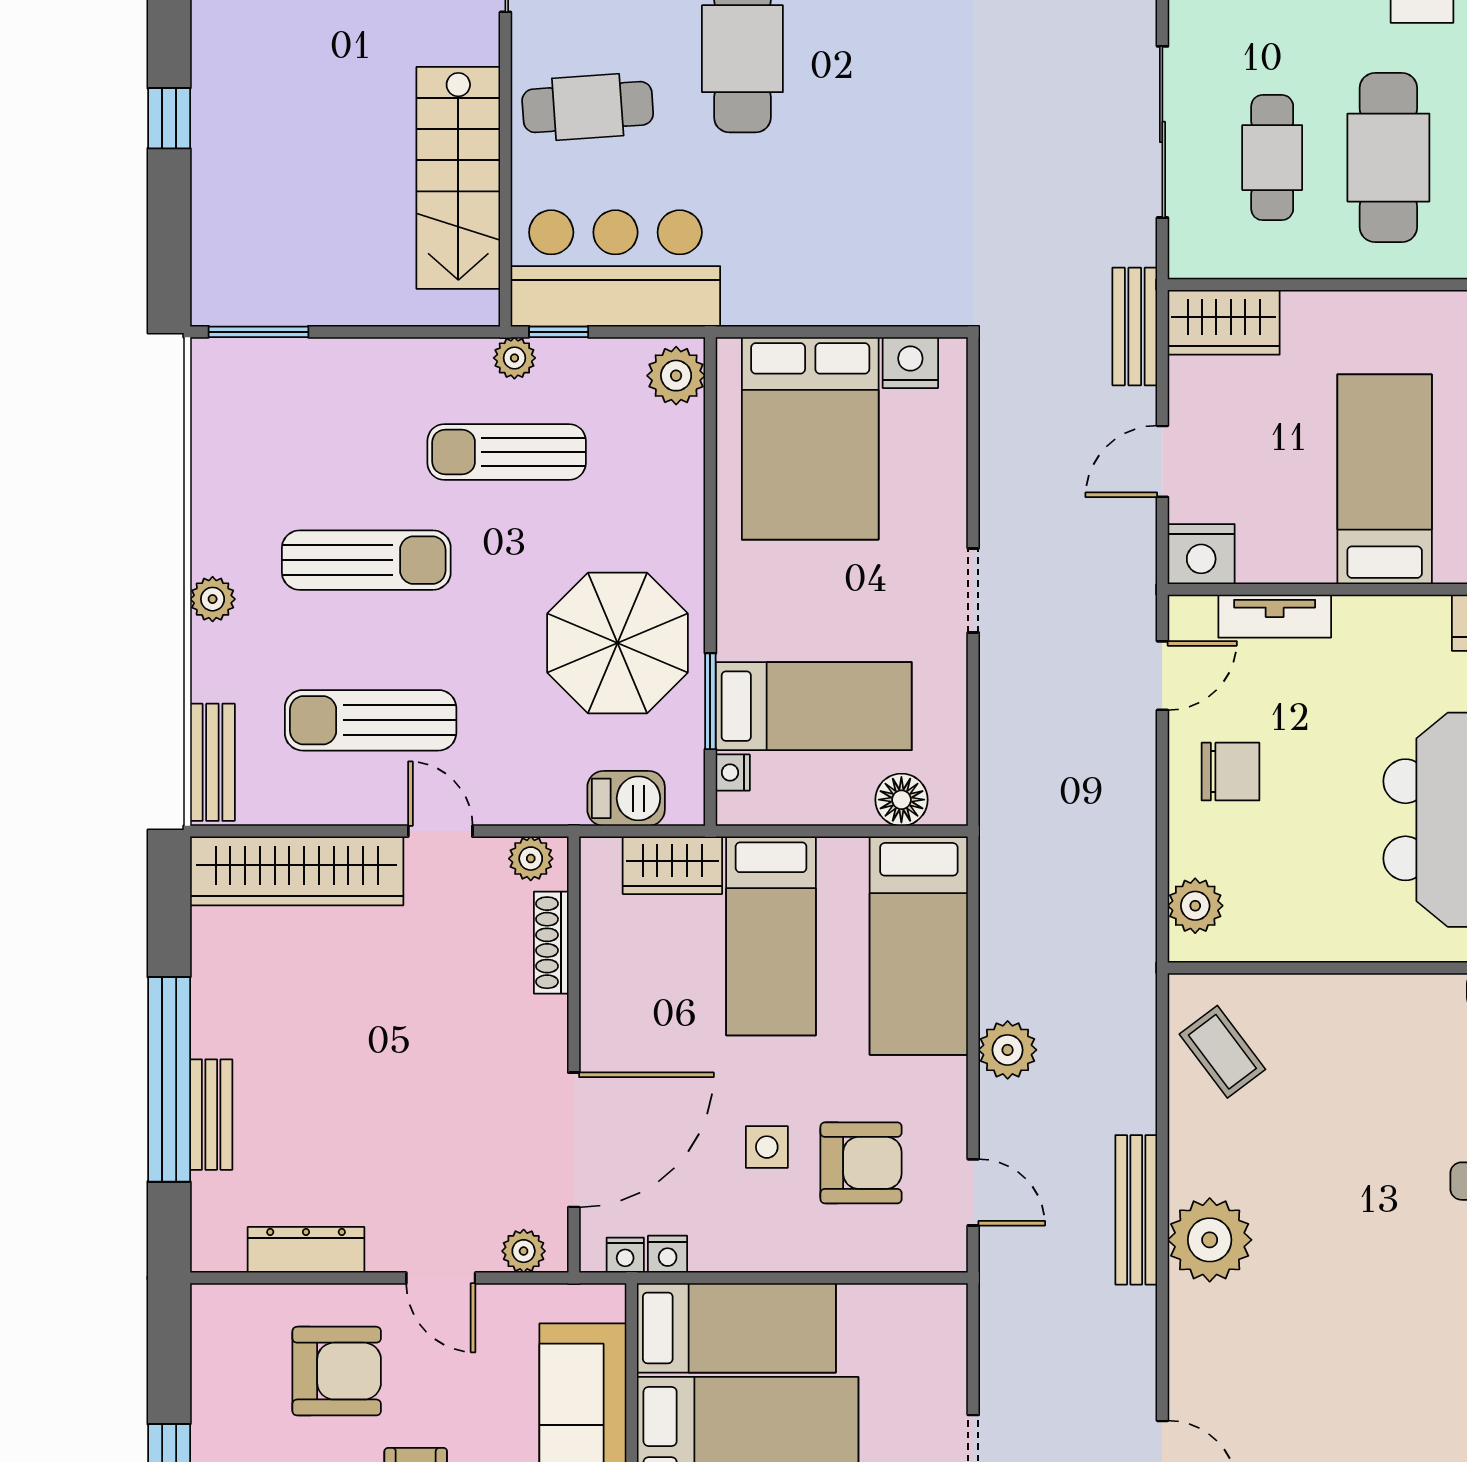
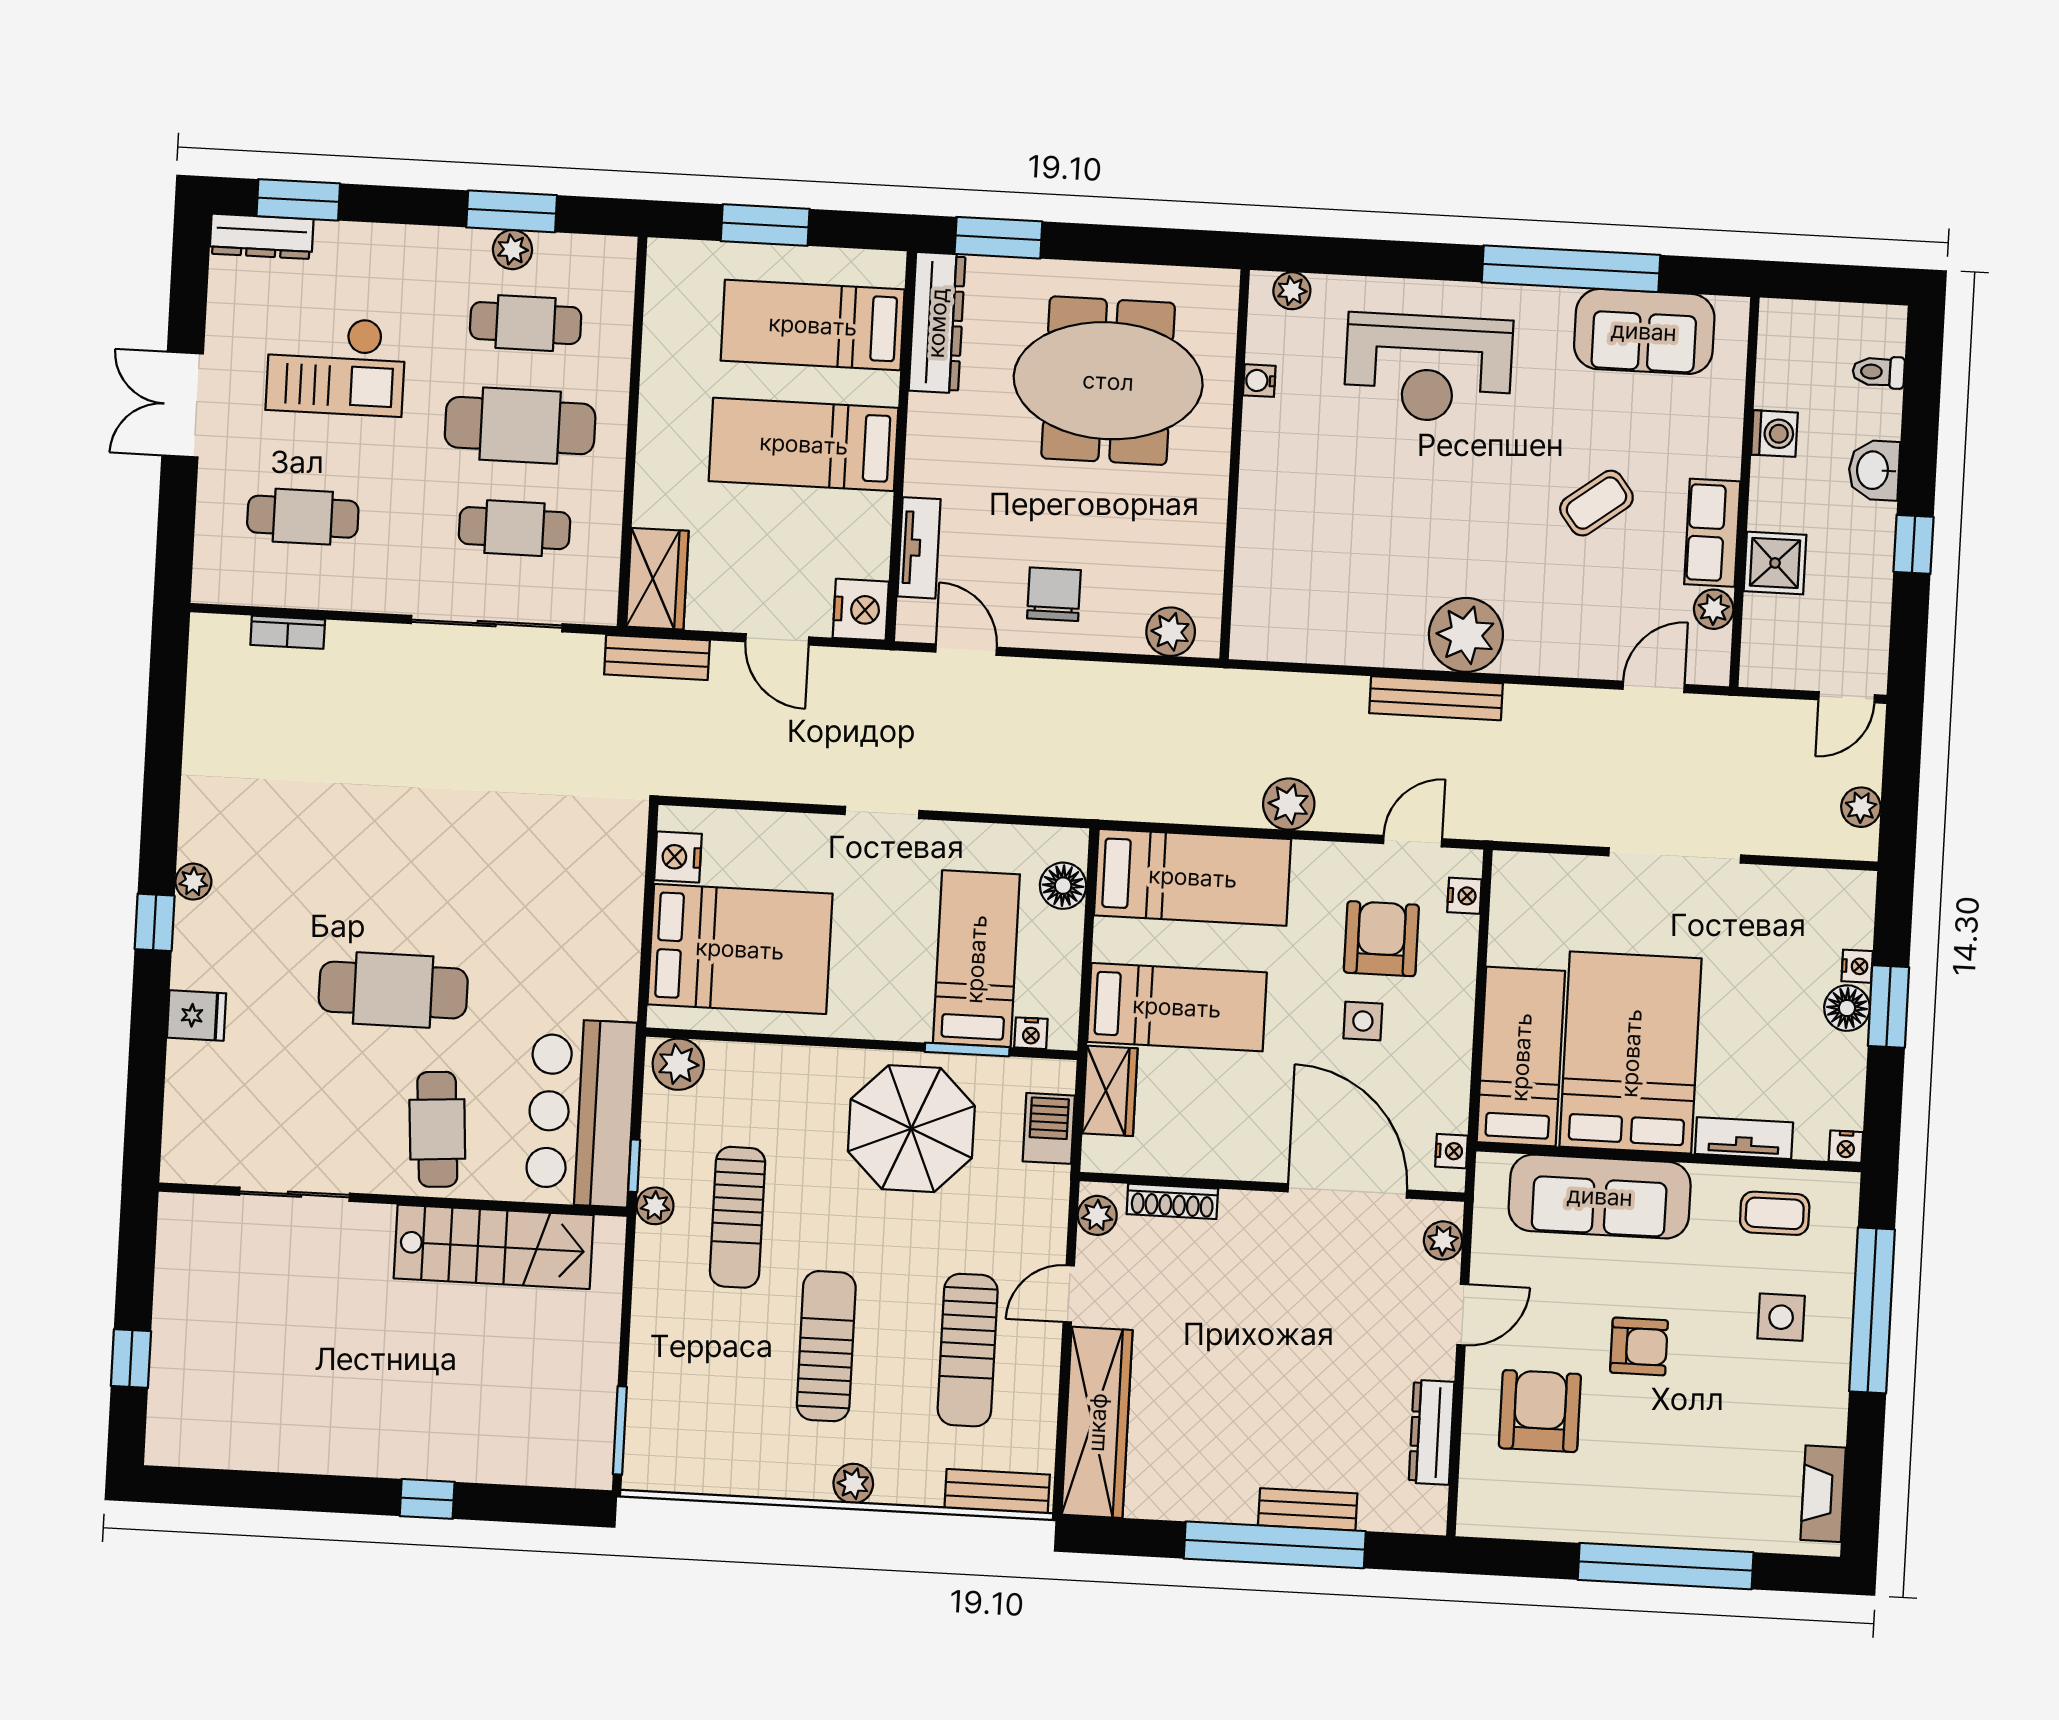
coffee table: (1222, 1052) -> (1596, 503), moved
nightstand: (668, 1254) -> (1464, 896), moved

